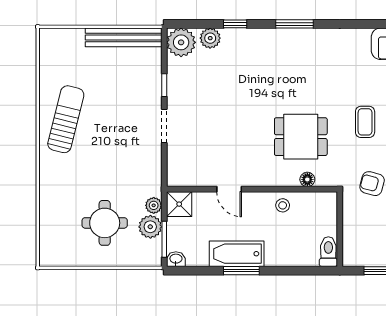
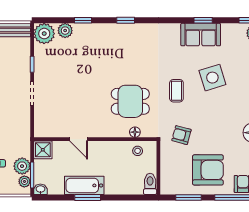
window: (295, 24) -> (126, 20), width x0.67
plant: (154, 205) -> (24, 181), moved
stool: (283, 205) -> (138, 151), moved

